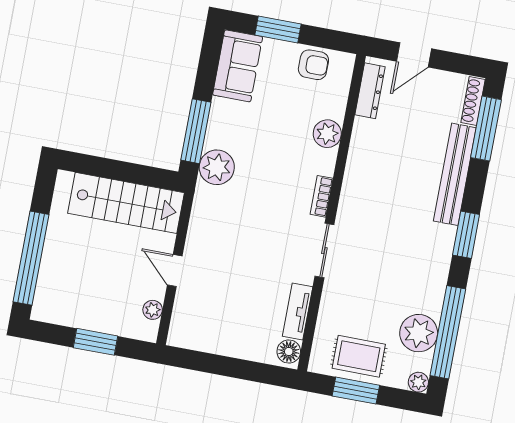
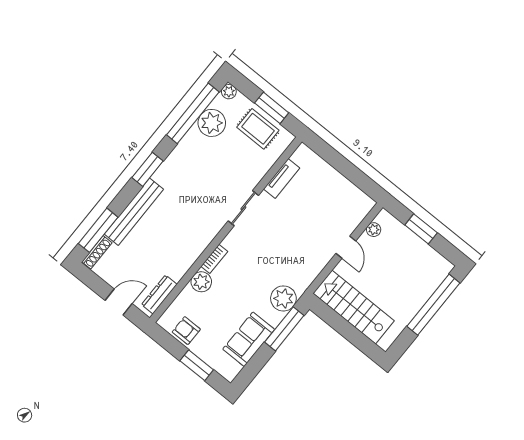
sofa: (238, 66) -> (249, 339), moved
bookcase: (322, 196) -> (214, 259), moved
floor lamp: (289, 351) -> (301, 156), removed

